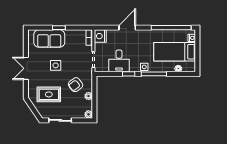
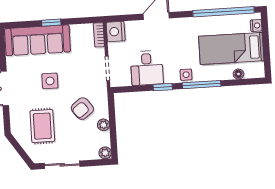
sofa: (49, 39) -> (37, 40), width x1.36
rug: (49, 94) -> (42, 126), turned 90

